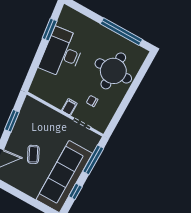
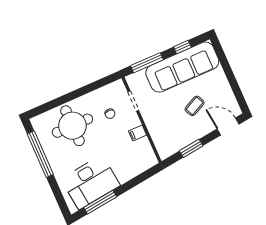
window: (50, 30) -> (100, 202), width x1.44
desk: (62, 53) -> (91, 182), moved
filing cabinet: (69, 107) -> (138, 133), moved

